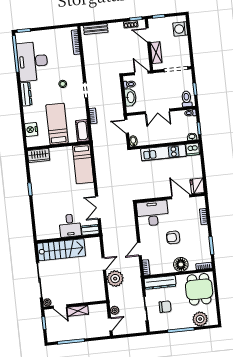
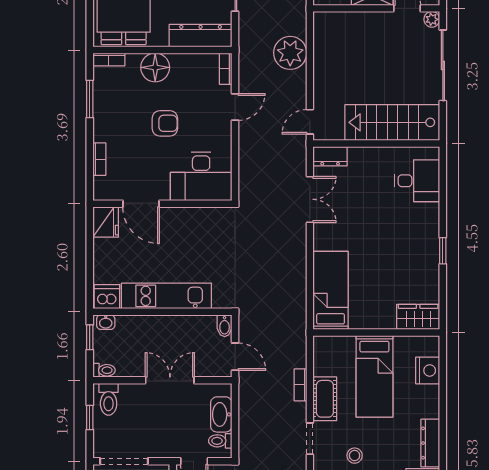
cot: (82, 131) -> (325, 399), moved
desk: (70, 226) -> (417, 181), moved, turned 90
door: (104, 264) -> (310, 122), moved

